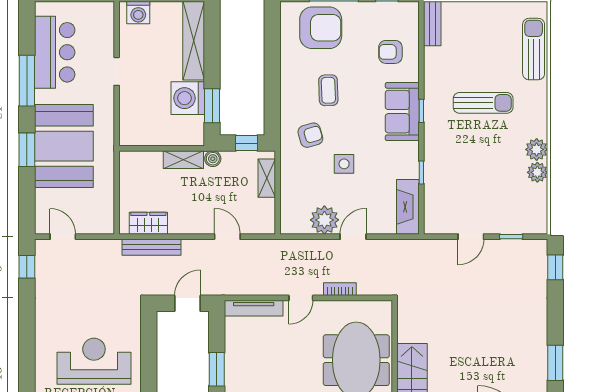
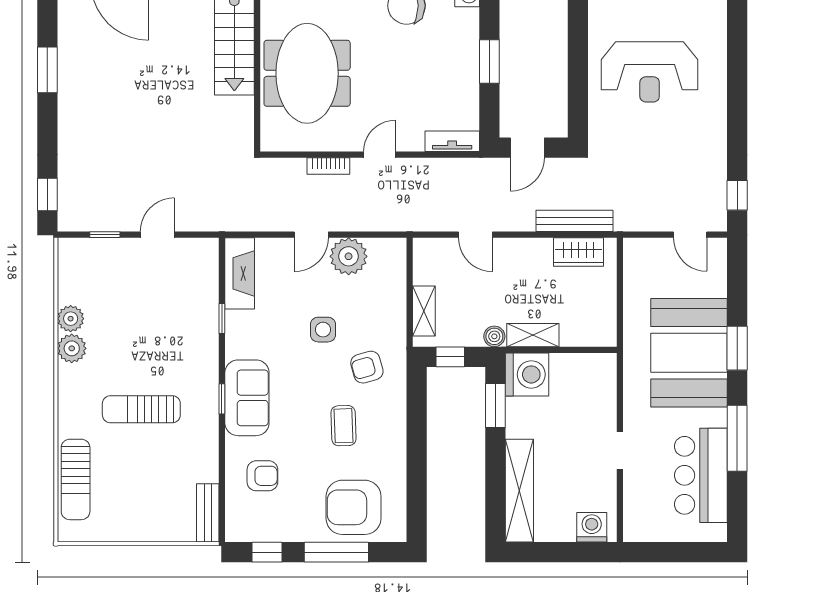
washing machine: (188, 98) -> (527, 374), moved
tv unit: (254, 308) -> (452, 141), width x0.71

